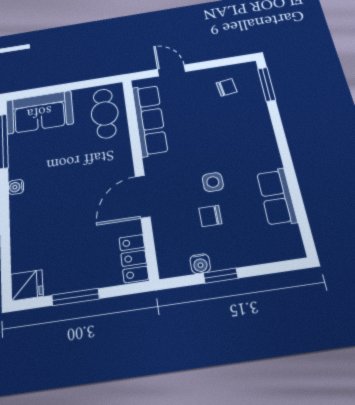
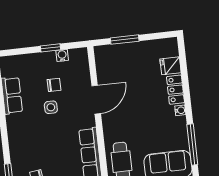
locker: (134, 258) -> (175, 90), moved, turned 180
fridge: (27, 285) -> (171, 66), moved
window: (76, 297) -> (125, 40), moved

